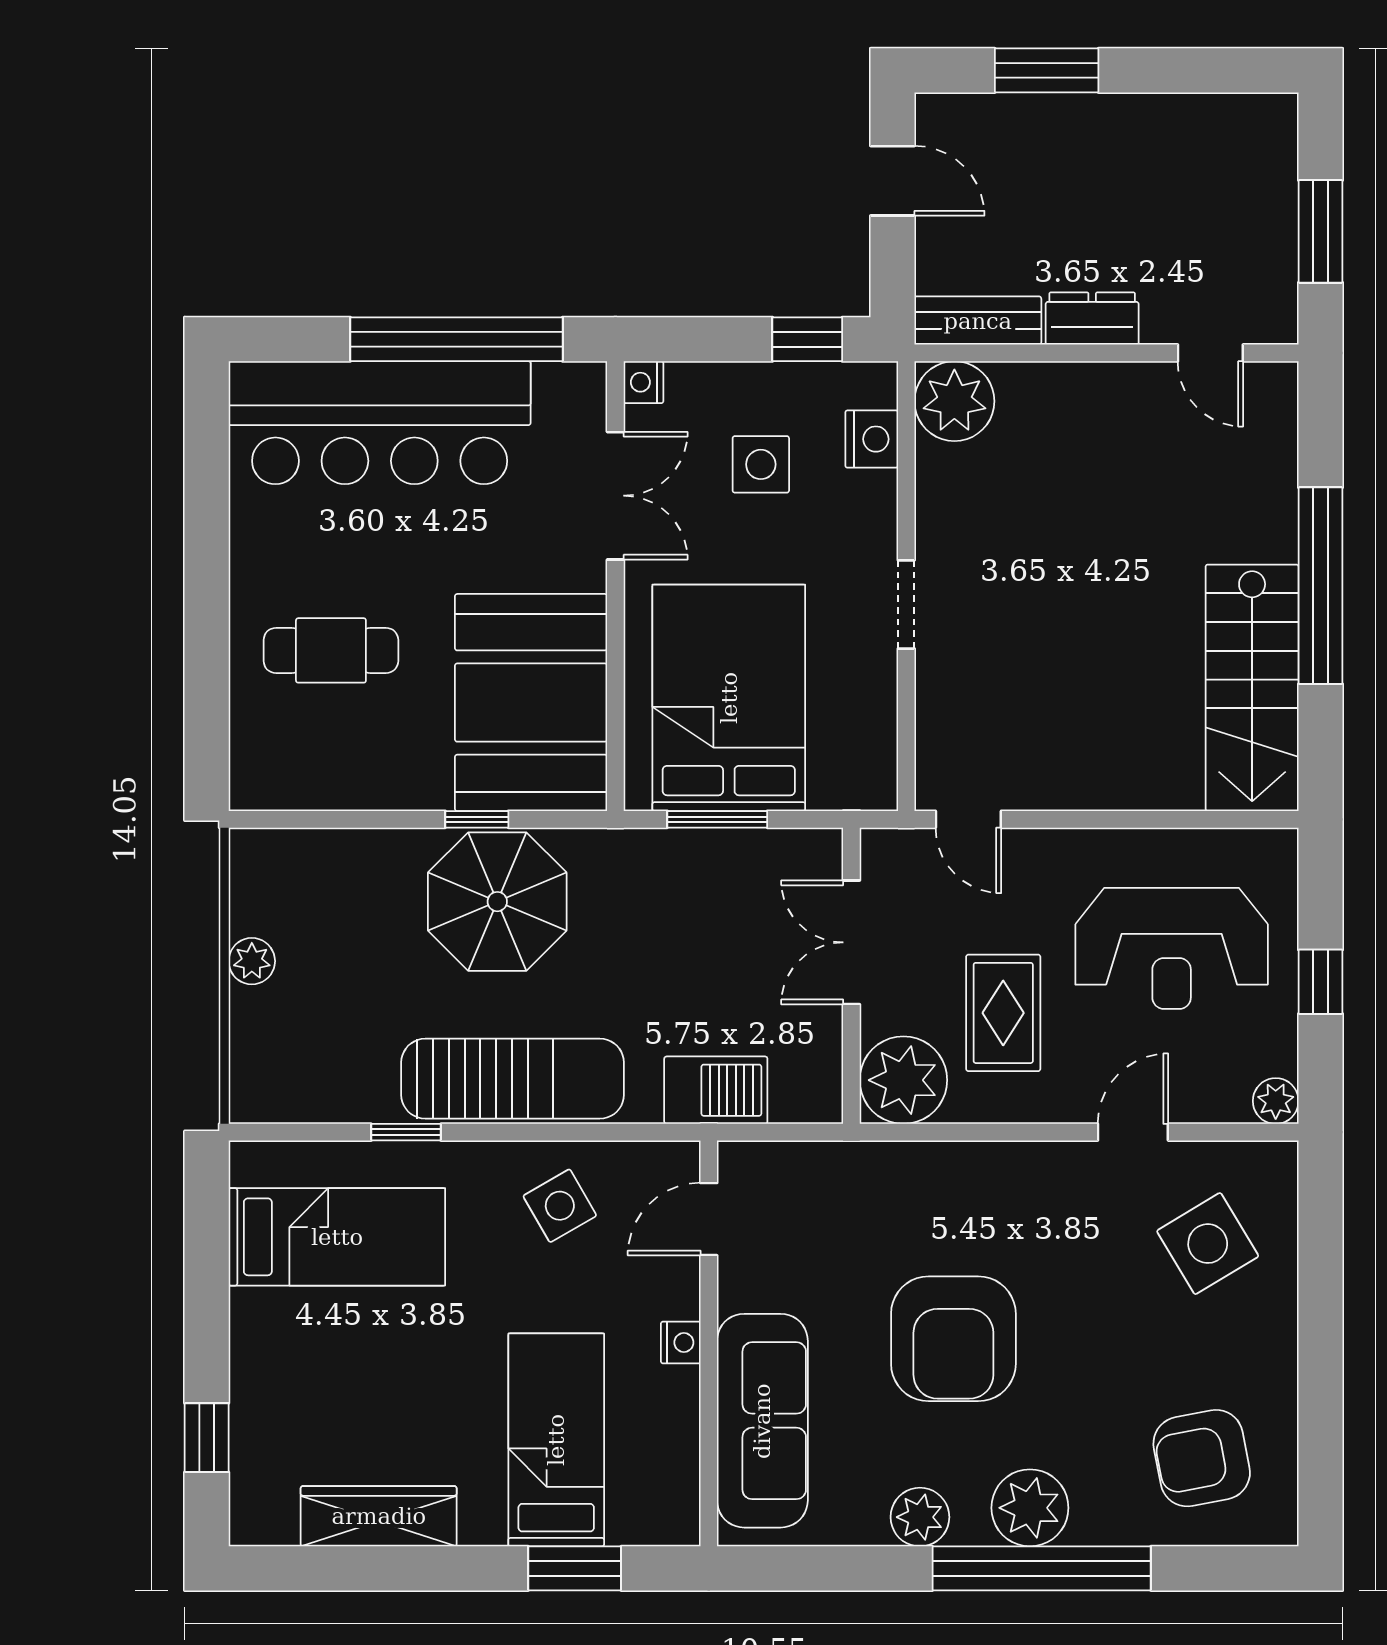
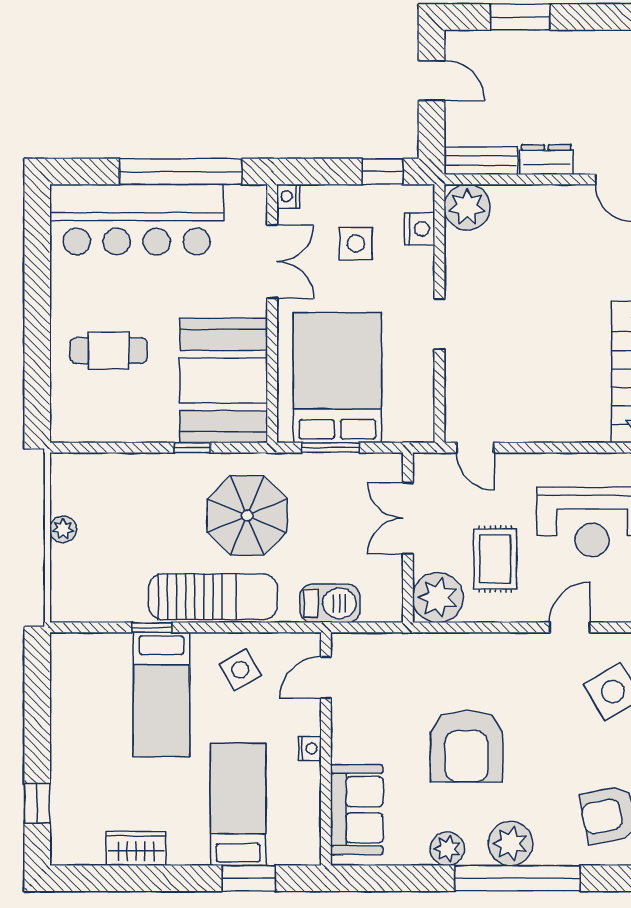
parasol: (497, 902) -> (247, 516), moved
bed: (337, 1237) -> (161, 694), moved, turned 90
sofa: (762, 1421) -> (357, 810), width x0.73
wardrobe: (379, 1516) -> (136, 848), width x0.67

